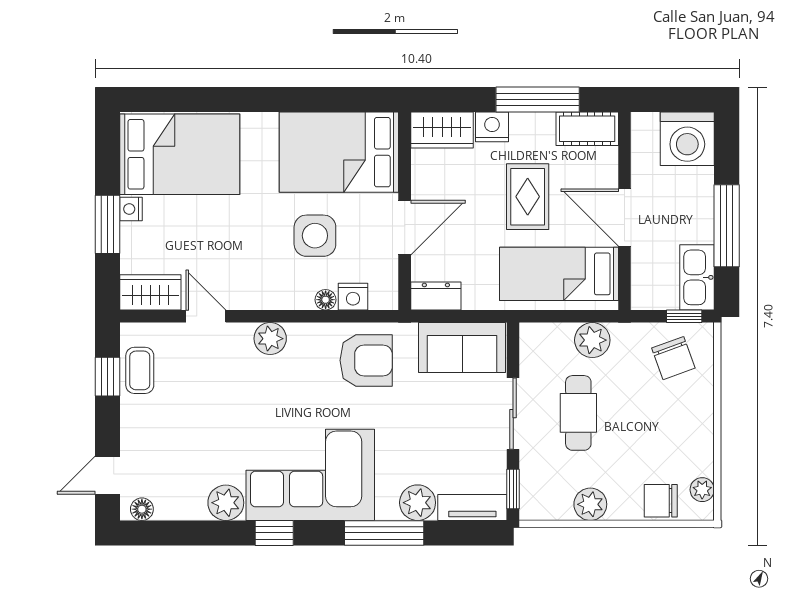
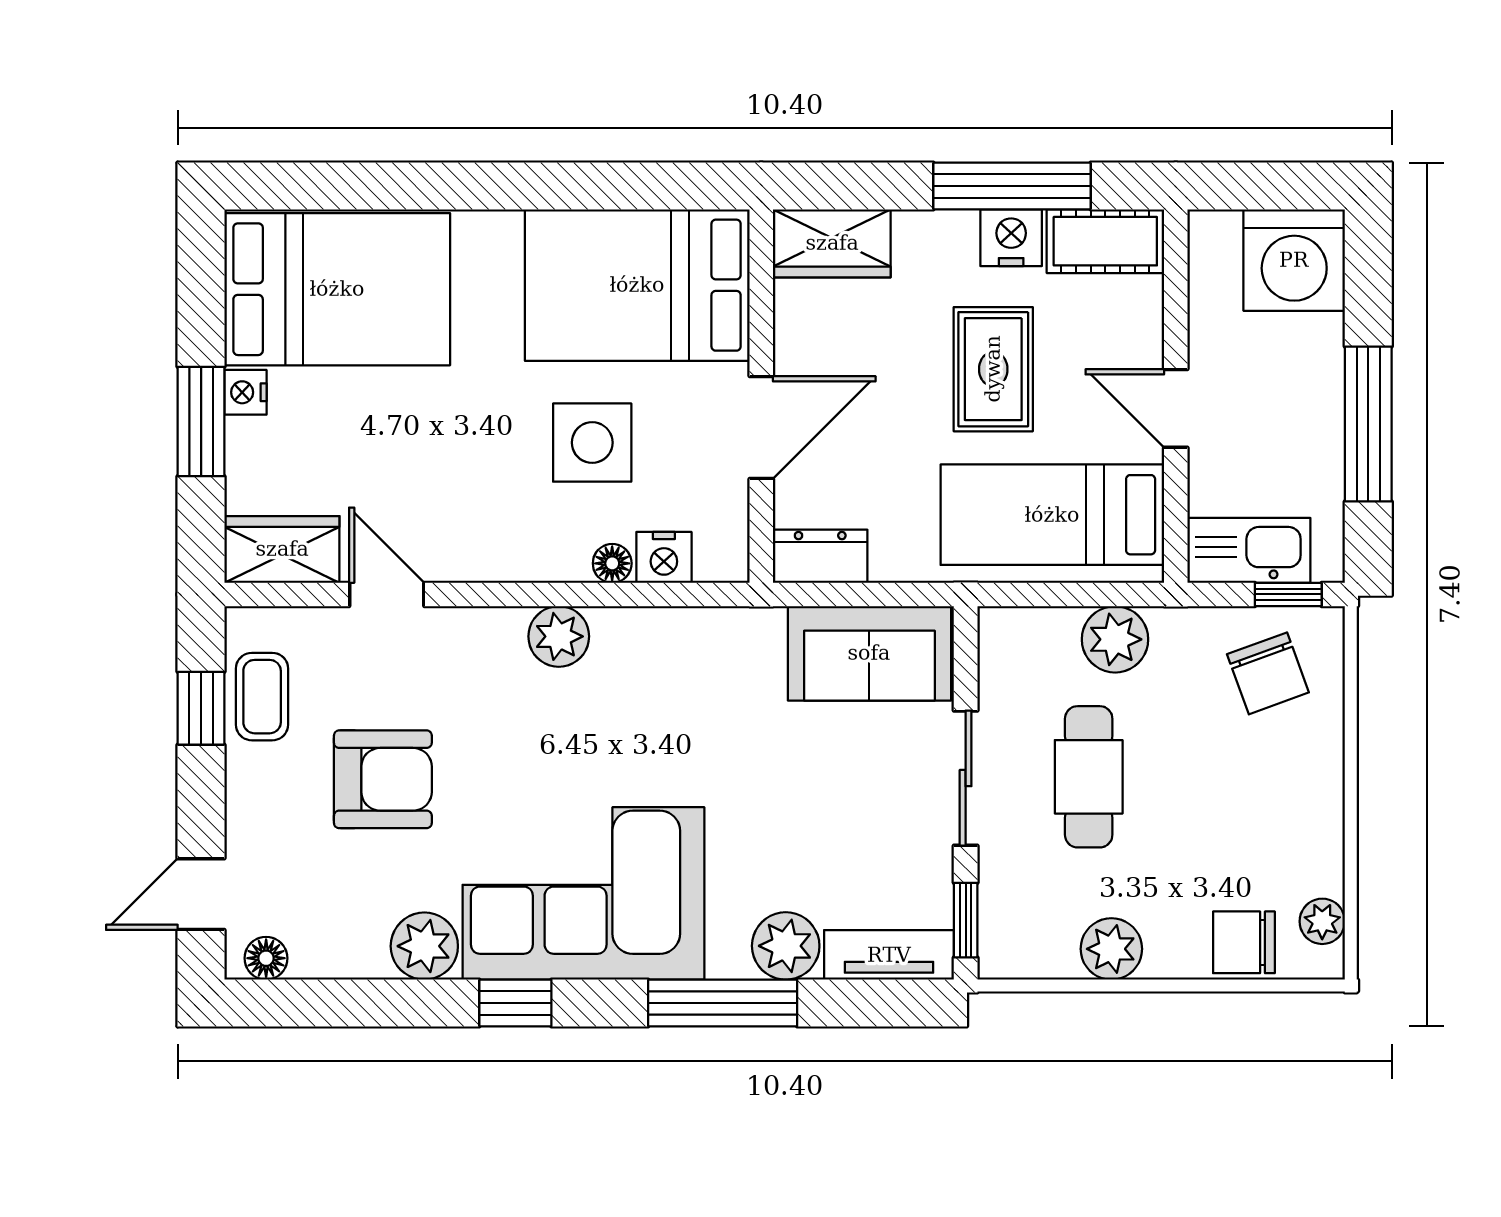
nightstand: (492, 127) -> (1011, 238), moved
door: (624, 218) -> (1176, 408), width x0.73
kitchen sink: (697, 277) -> (1249, 550), moved, turned 90
plant: (270, 339) -> (559, 636), moved
armchair: (366, 360) -> (383, 779), moved

